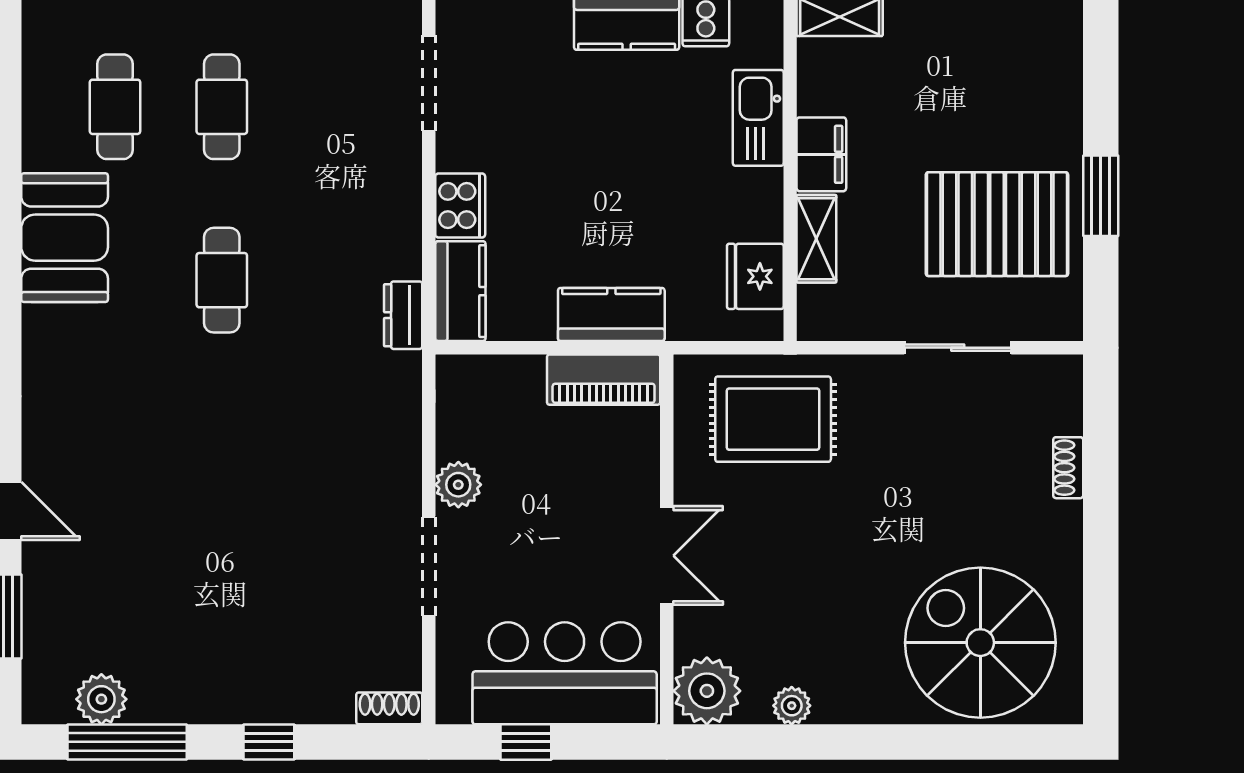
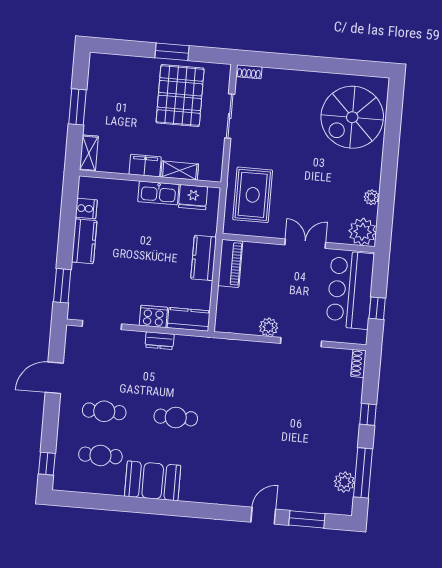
kitchen sink: (758, 118) -> (158, 193), moved
dresser: (403, 315) -> (160, 341), moved
shoe rack: (1068, 468) -> (249, 72), moved

